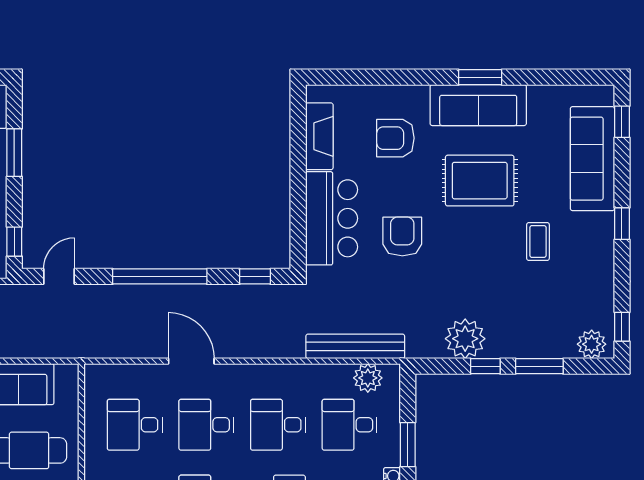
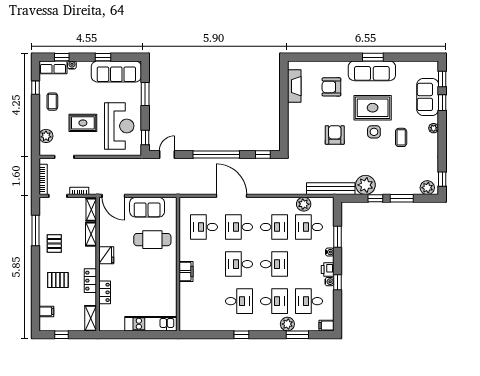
sofa: (592, 159) -> (428, 97), width x0.73
bar counter: (332, 218) -> (300, 126), removed
plant: (605, 222) -> (434, 128), added
window: (622, 224) -> (442, 103), moved
side table: (483, 230) -> (374, 132), added
bench: (355, 346) -> (331, 189), moved
door: (191, 361) -> (232, 196), width x1.36
plant: (368, 378) -> (304, 204), moved
desk: (278, 425) -> (274, 227), turned 180

